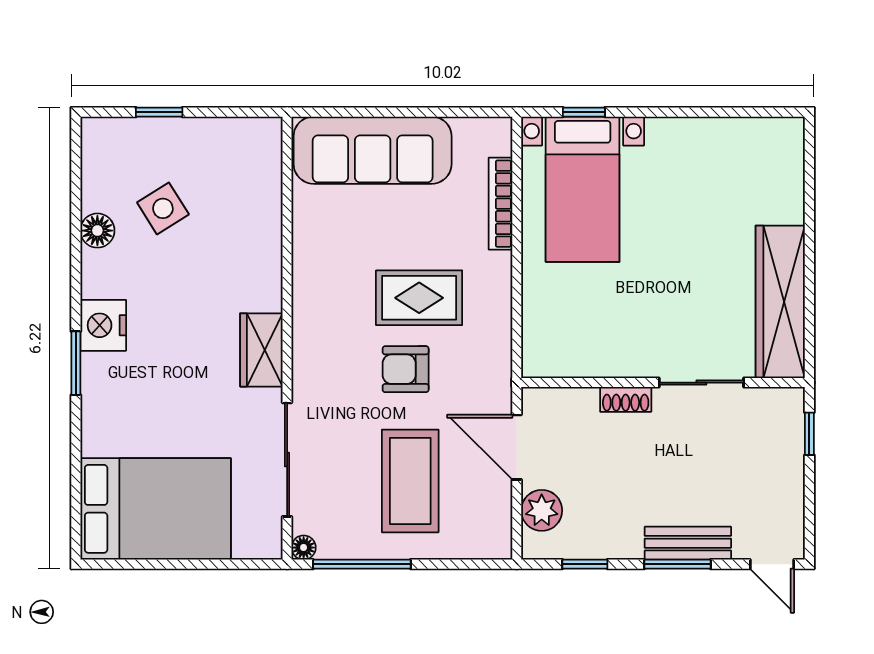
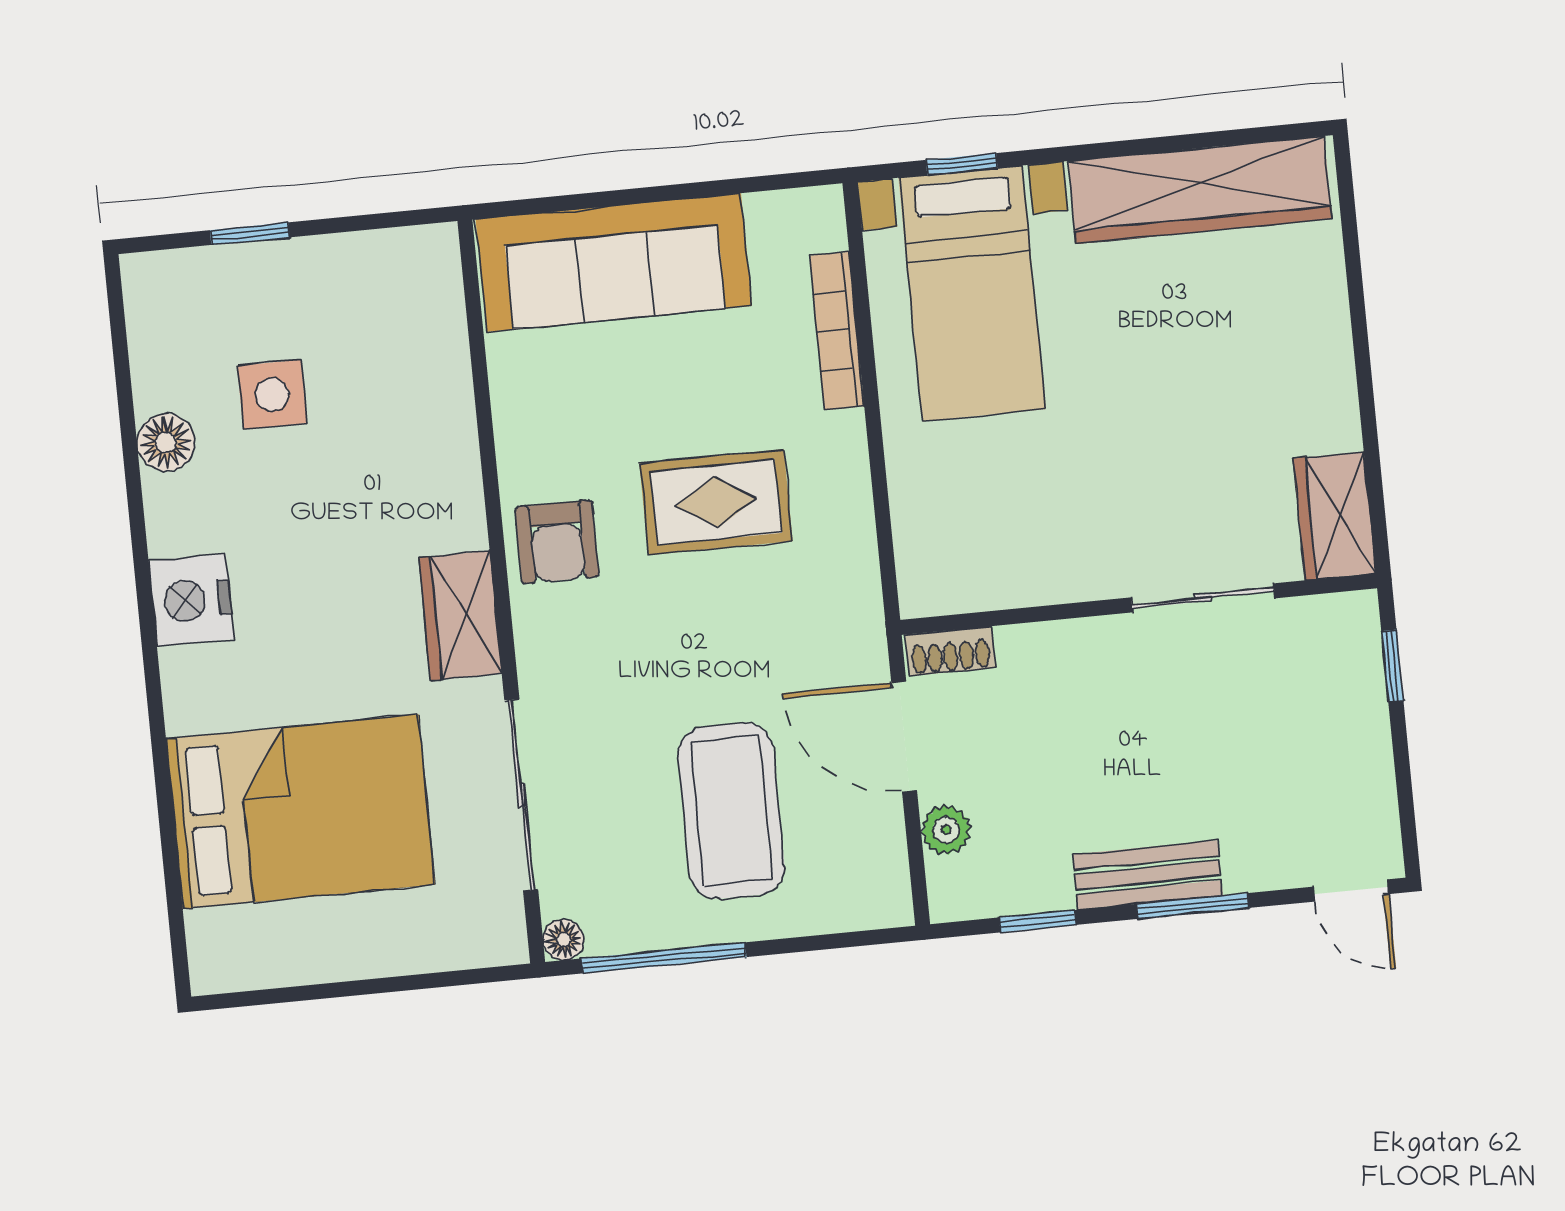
wardrobe: (723, 141) -> (1200, 190), added
side table: (163, 208) -> (272, 394), turned 32
wardrobe: (780, 302) -> (1335, 516), width x0.48, depth x0.85
window: (76, 363) -> (152, 668), removed
armchair: (406, 369) -> (557, 542), moved, turned -90
shoe rack: (626, 399) -> (950, 651), moved
bed: (156, 509) -> (300, 812), moved
plant: (542, 510) -> (946, 830), width x0.73, depth x0.73
bench: (688, 543) -> (1148, 875), moved

